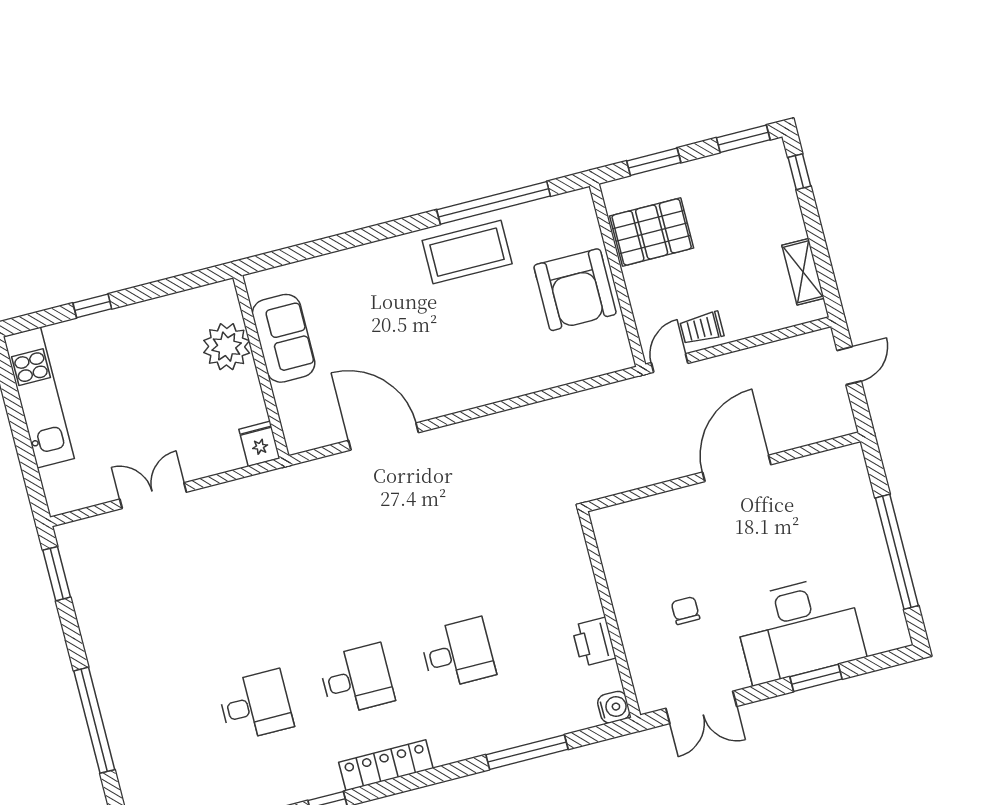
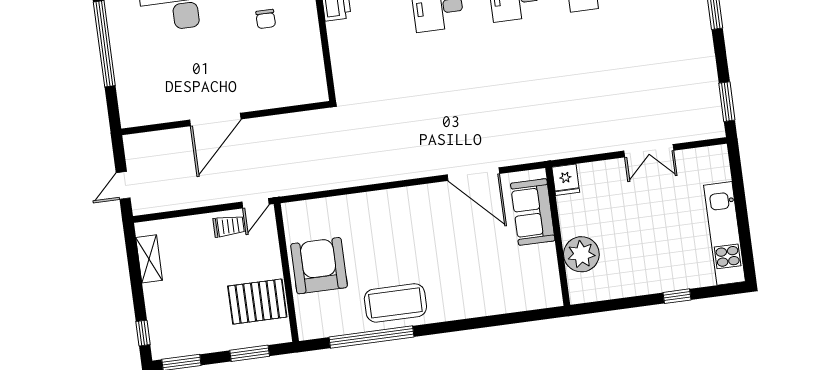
sofa: (284, 338) -> (533, 212), moved

